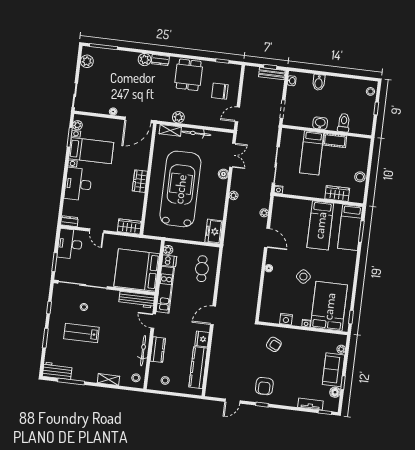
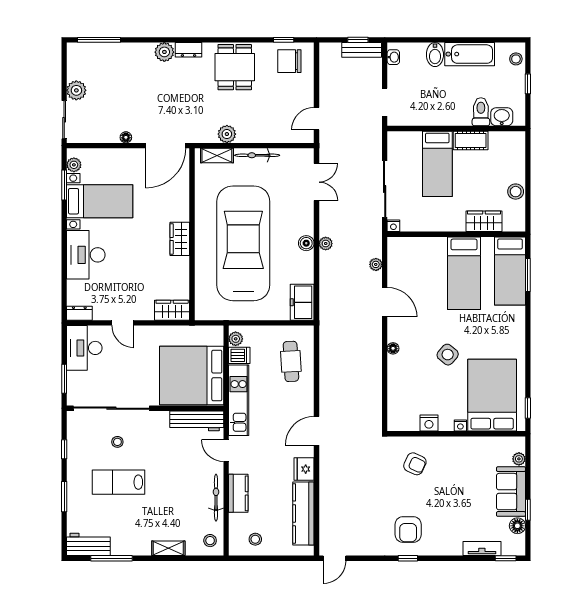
plant: (87, 61) -> (76, 90), moved
bathtub: (341, 85) -> (470, 54), added
chair: (220, 91) -> (289, 61), moved
washbasin: (320, 123) -> (502, 117), moved
boiler: (223, 174) -> (306, 243), moved
door: (232, 401) -> (334, 558), moved

